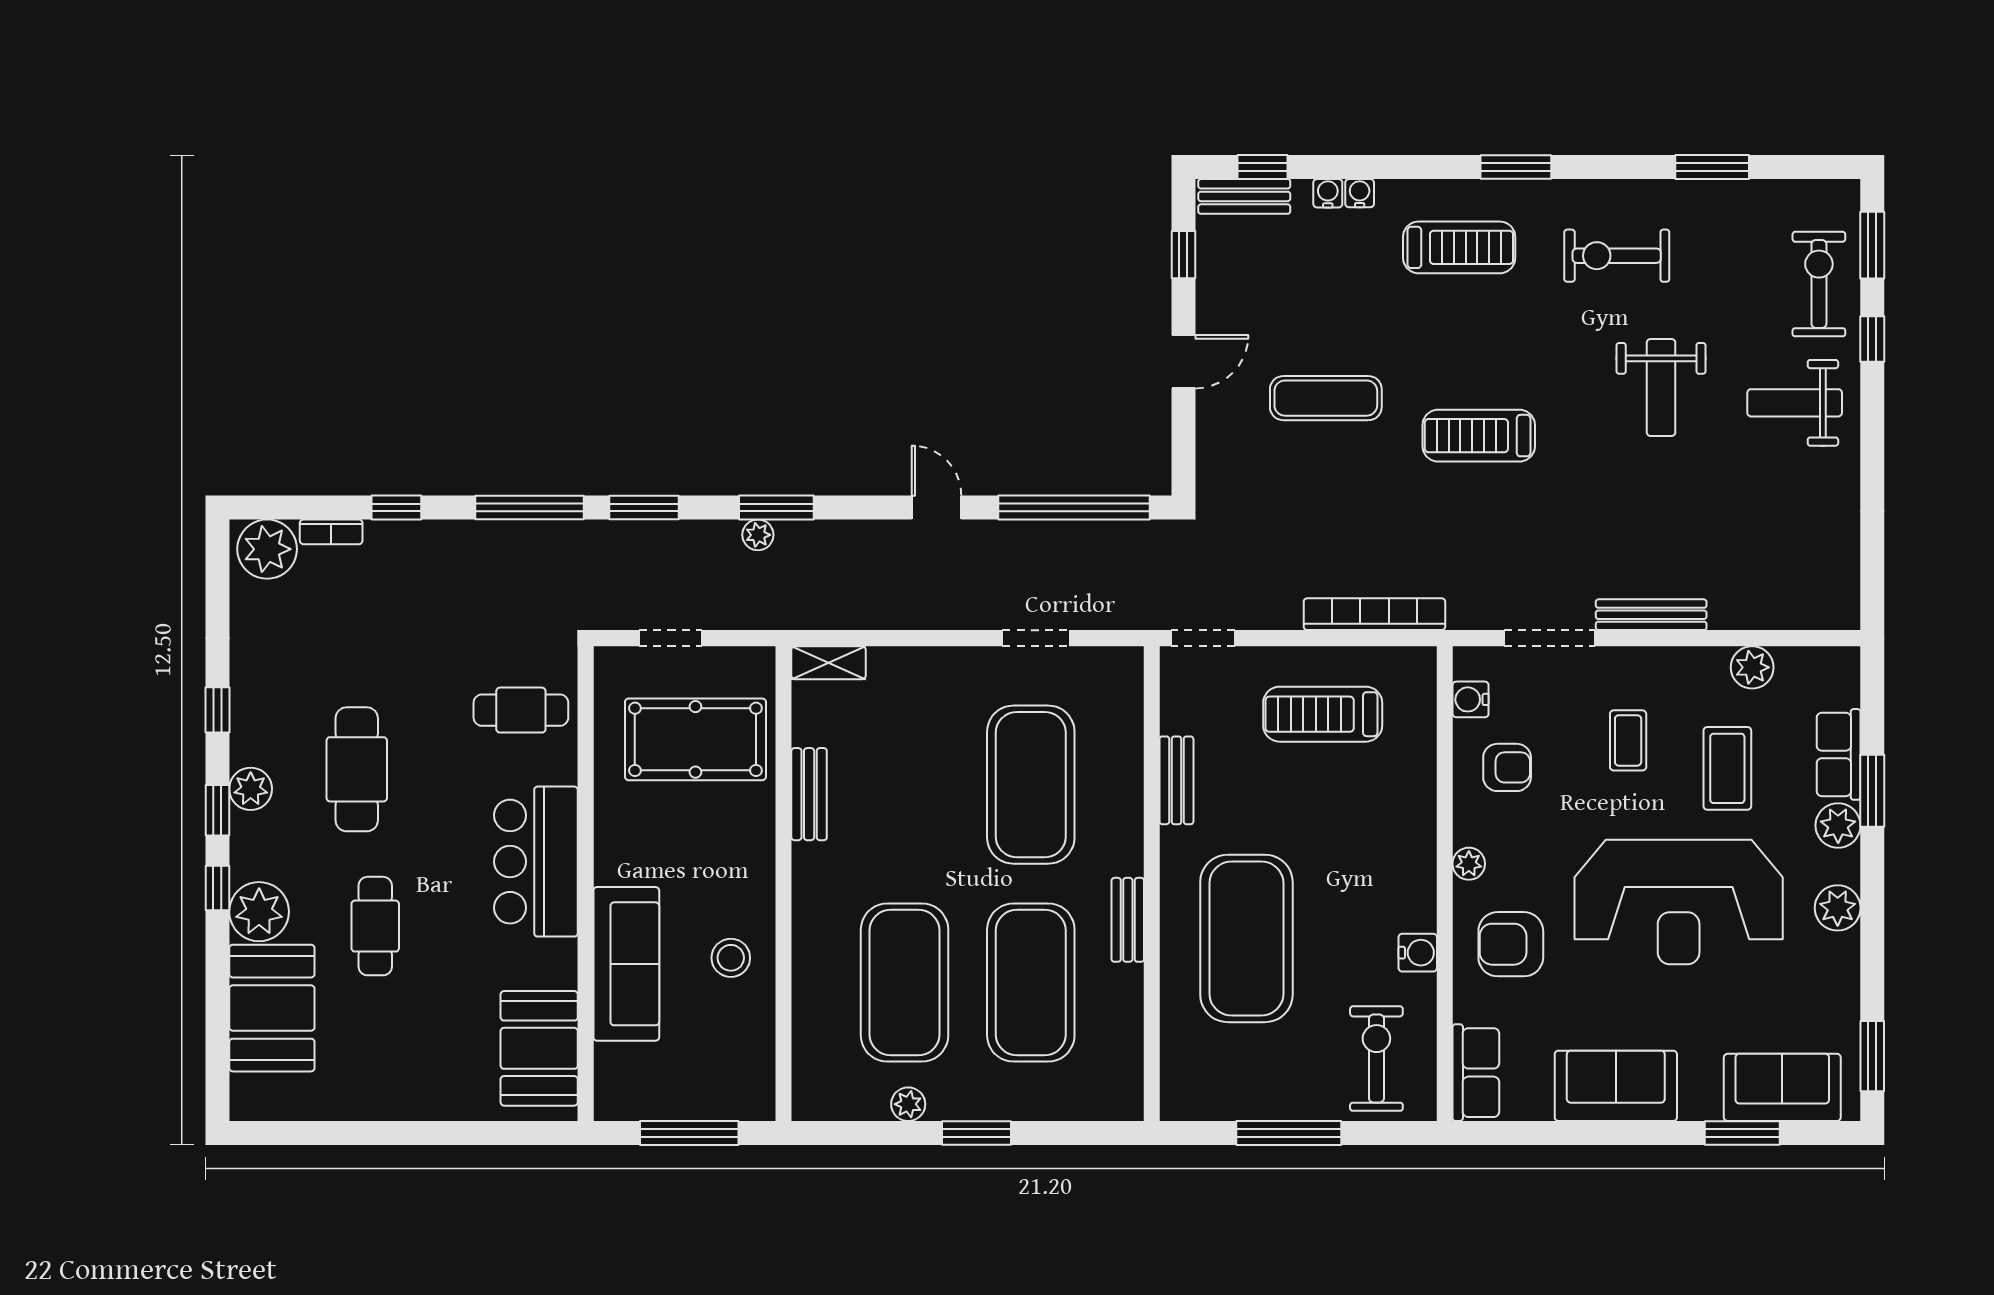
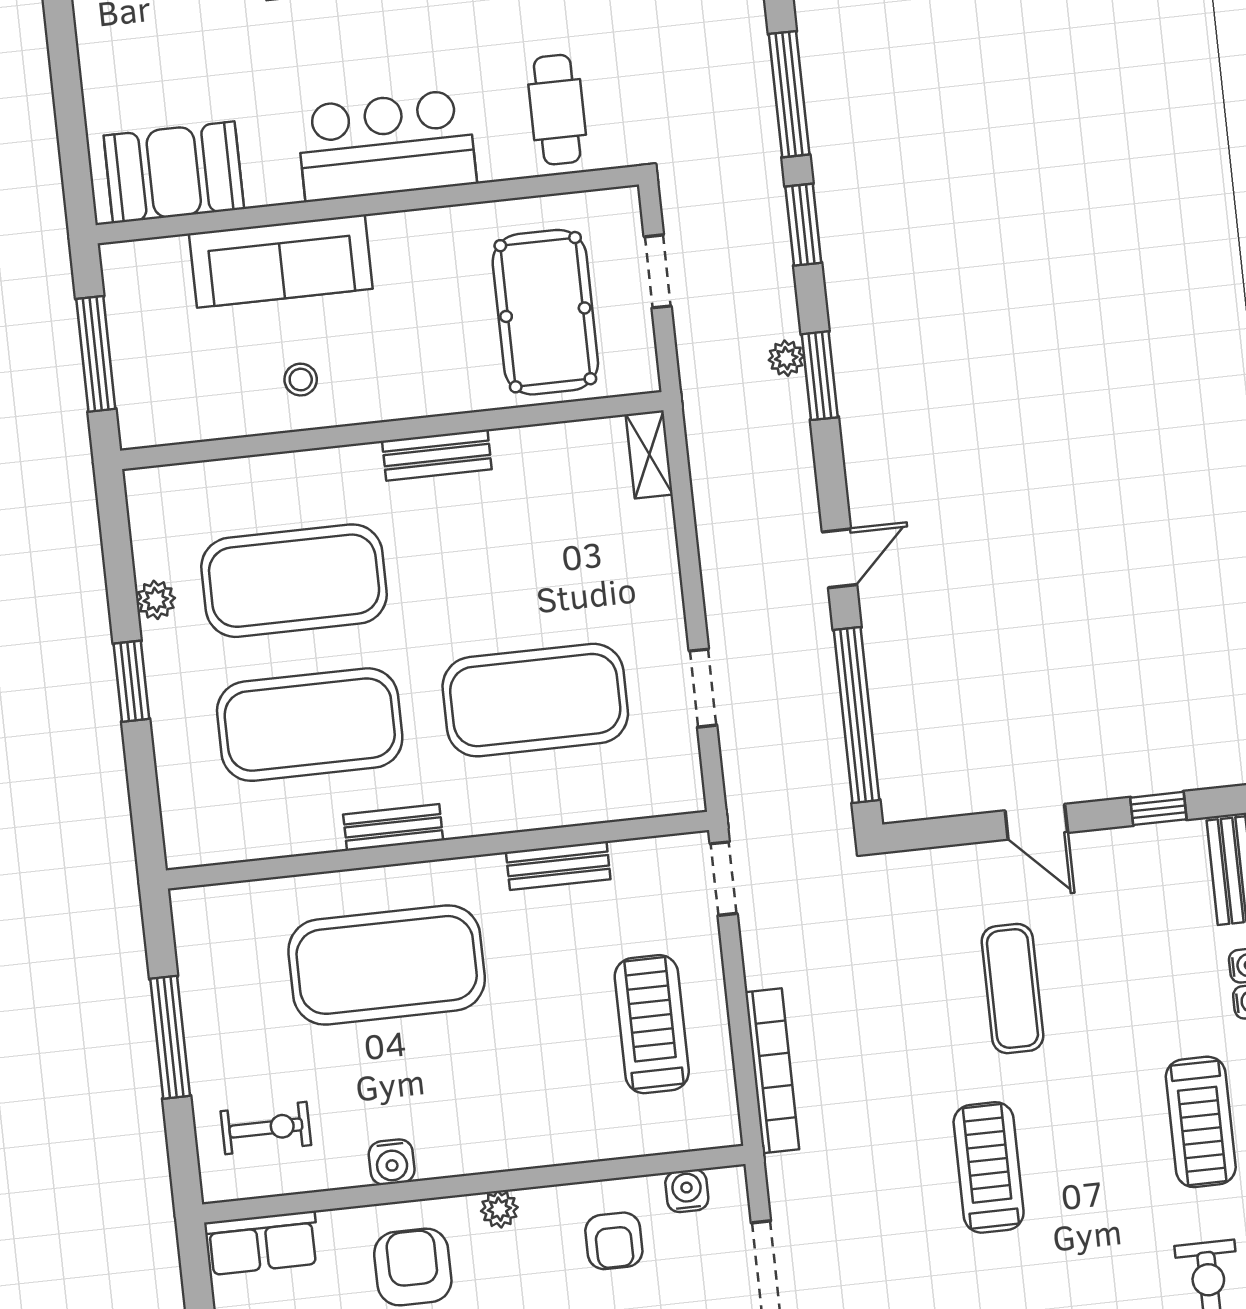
bench: (809, 794) -> (437, 455), moved
stool: (731, 958) -> (301, 380), width x0.73, depth x0.73
exercise bike: (1376, 1058) -> (266, 1128), width x0.73, depth x0.72

